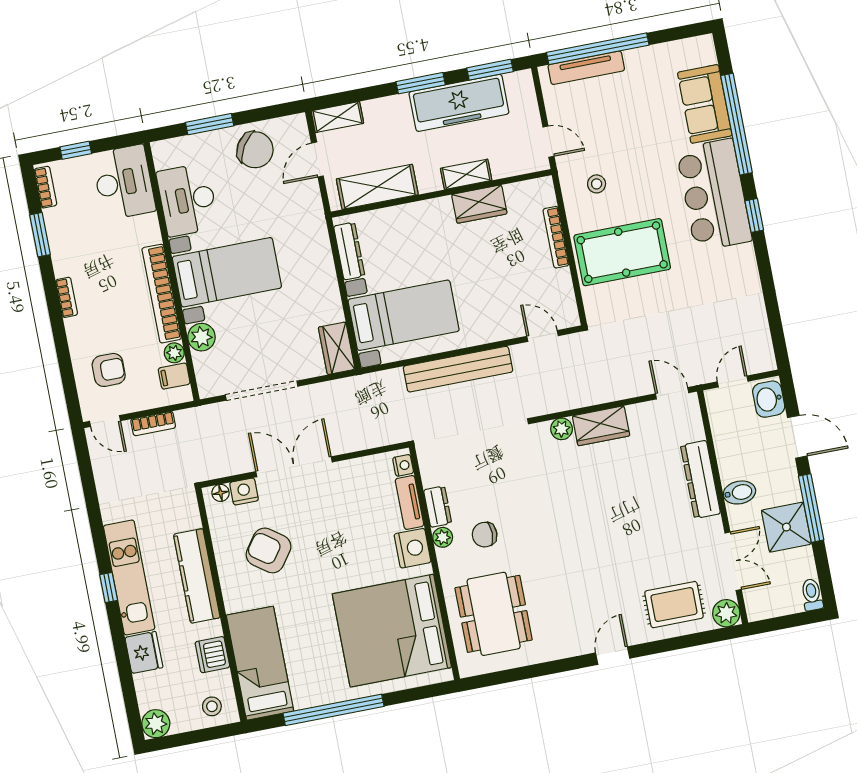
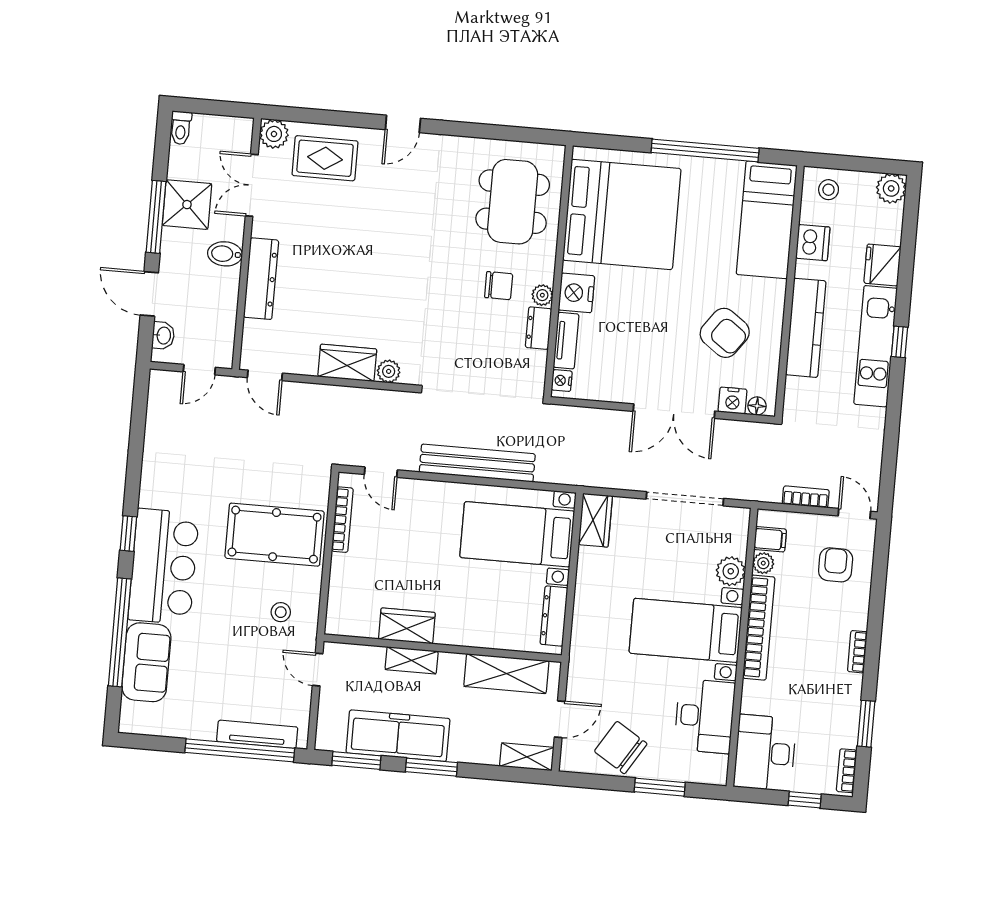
bookcase: (556, 237) -> (342, 520), moved
armchair: (109, 370) -> (836, 565), turned 90
washbasin: (769, 399) -> (163, 336), width x0.72, depth x0.69

